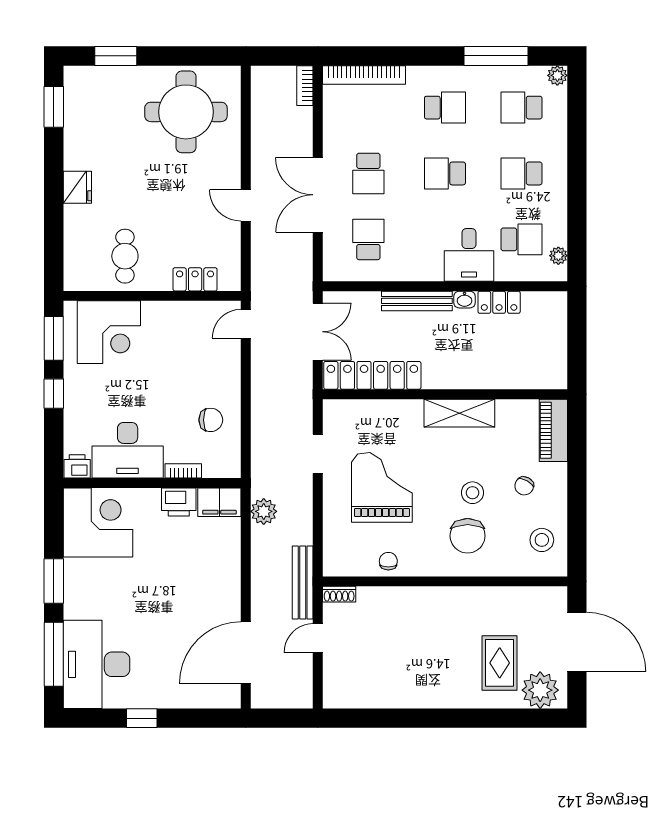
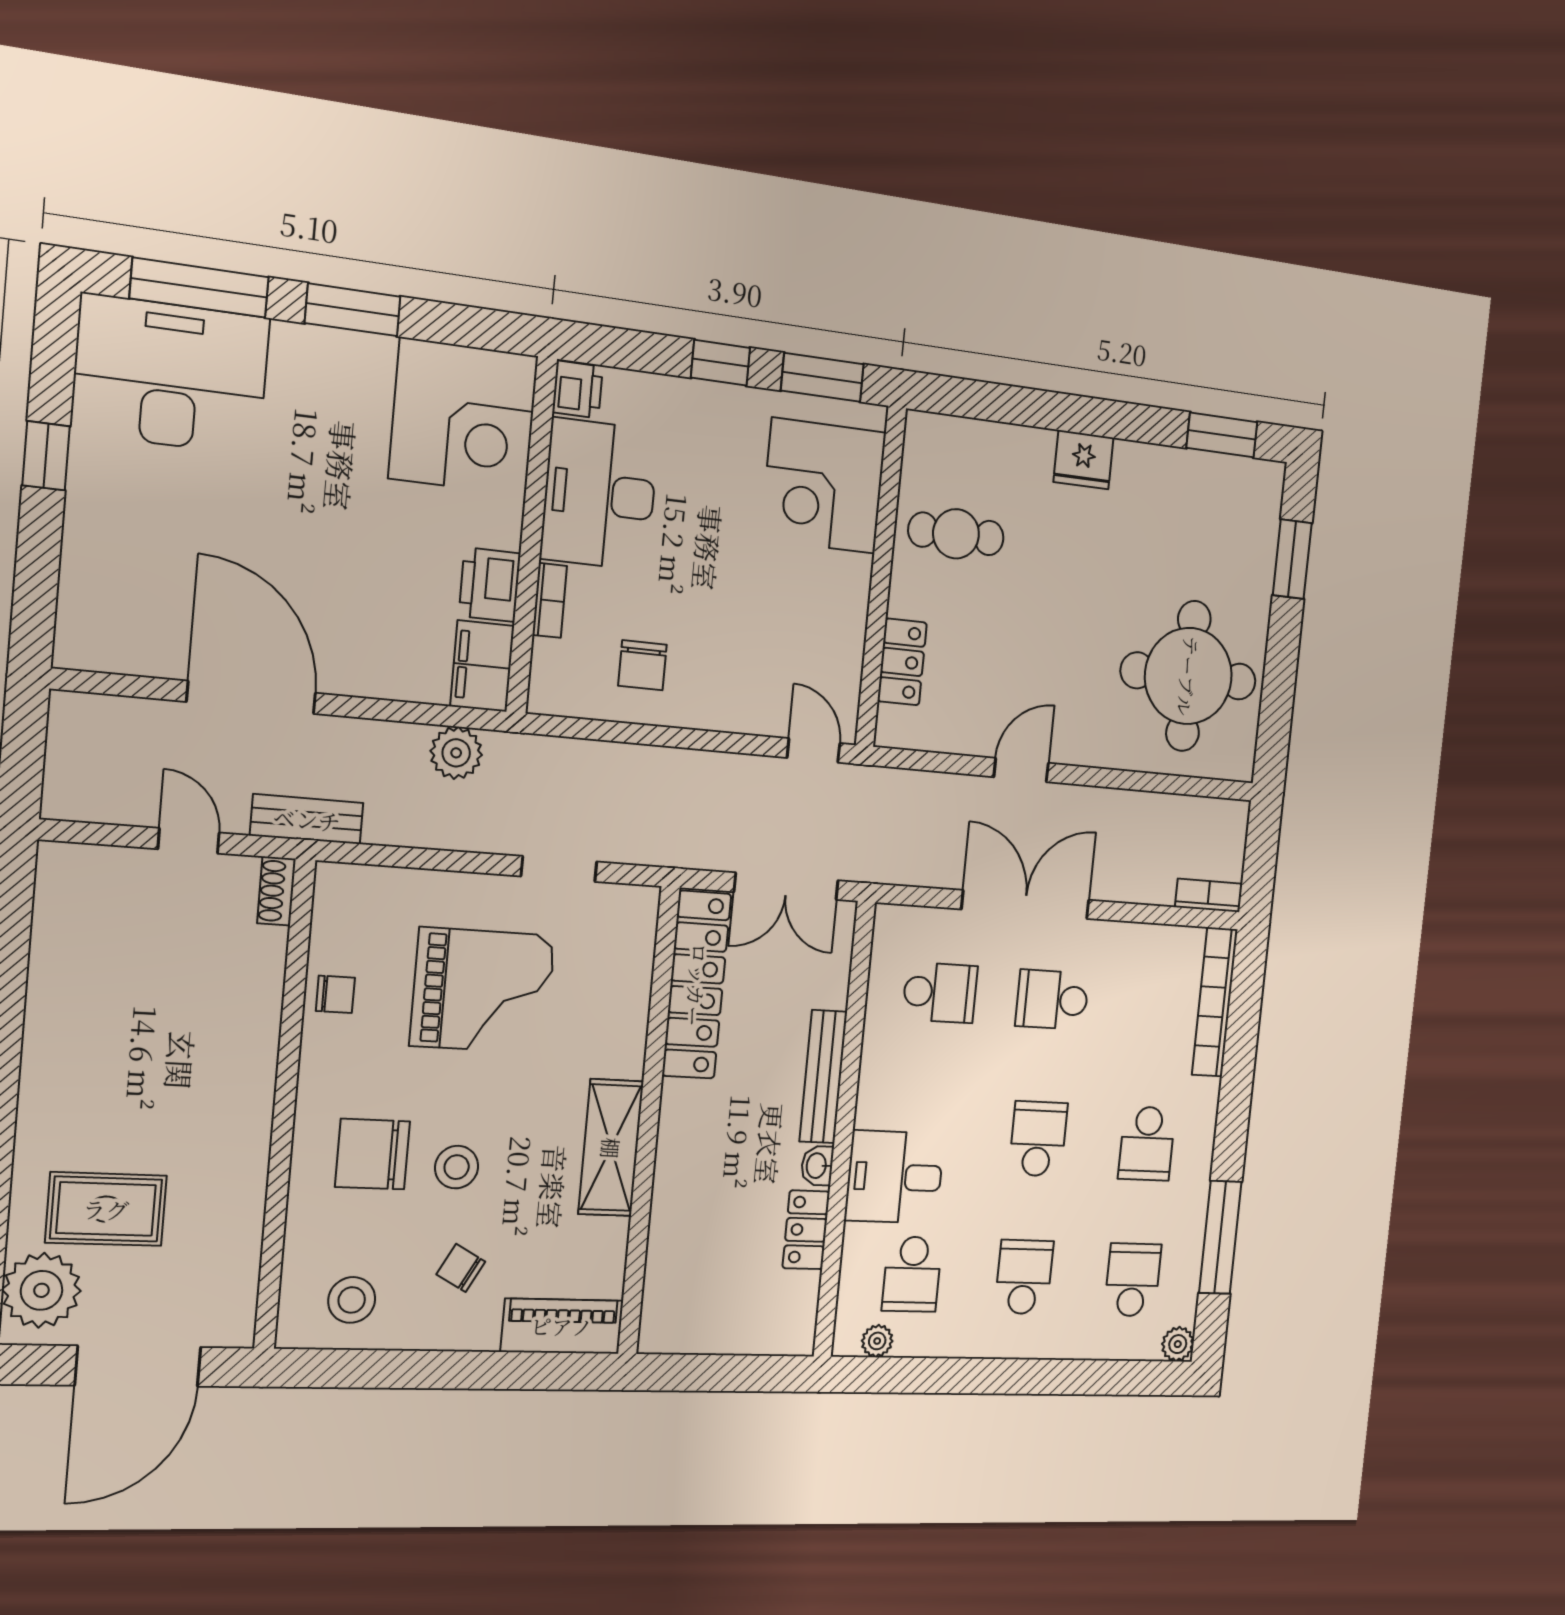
bench: (303, 582) -> (307, 819), width x0.73
door: (246, 653) -> (251, 697), moved

